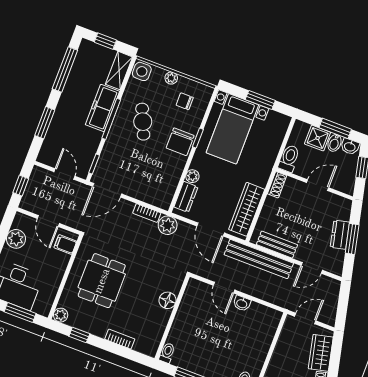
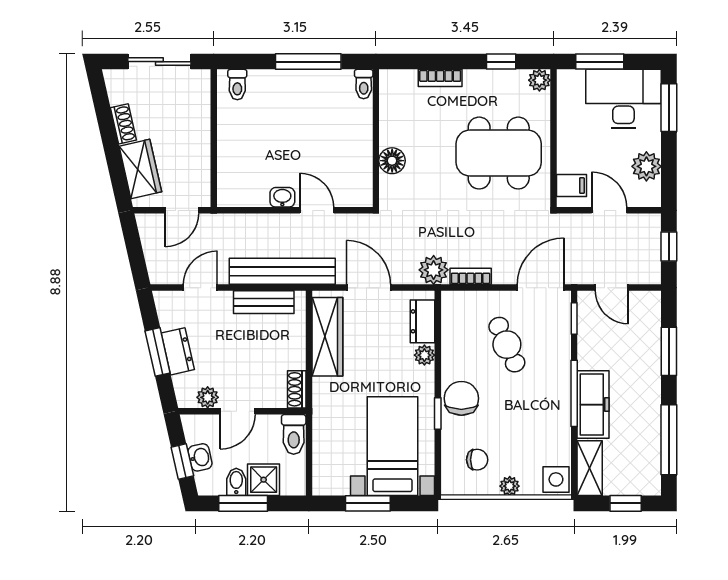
cafe table: (143, 122) -> (507, 345), moved
washbasin: (350, 147) -> (200, 457), moved, turned 77
plant: (332, 200) -> (208, 397), added
dining table: (102, 281) -> (499, 153), width x1.38

